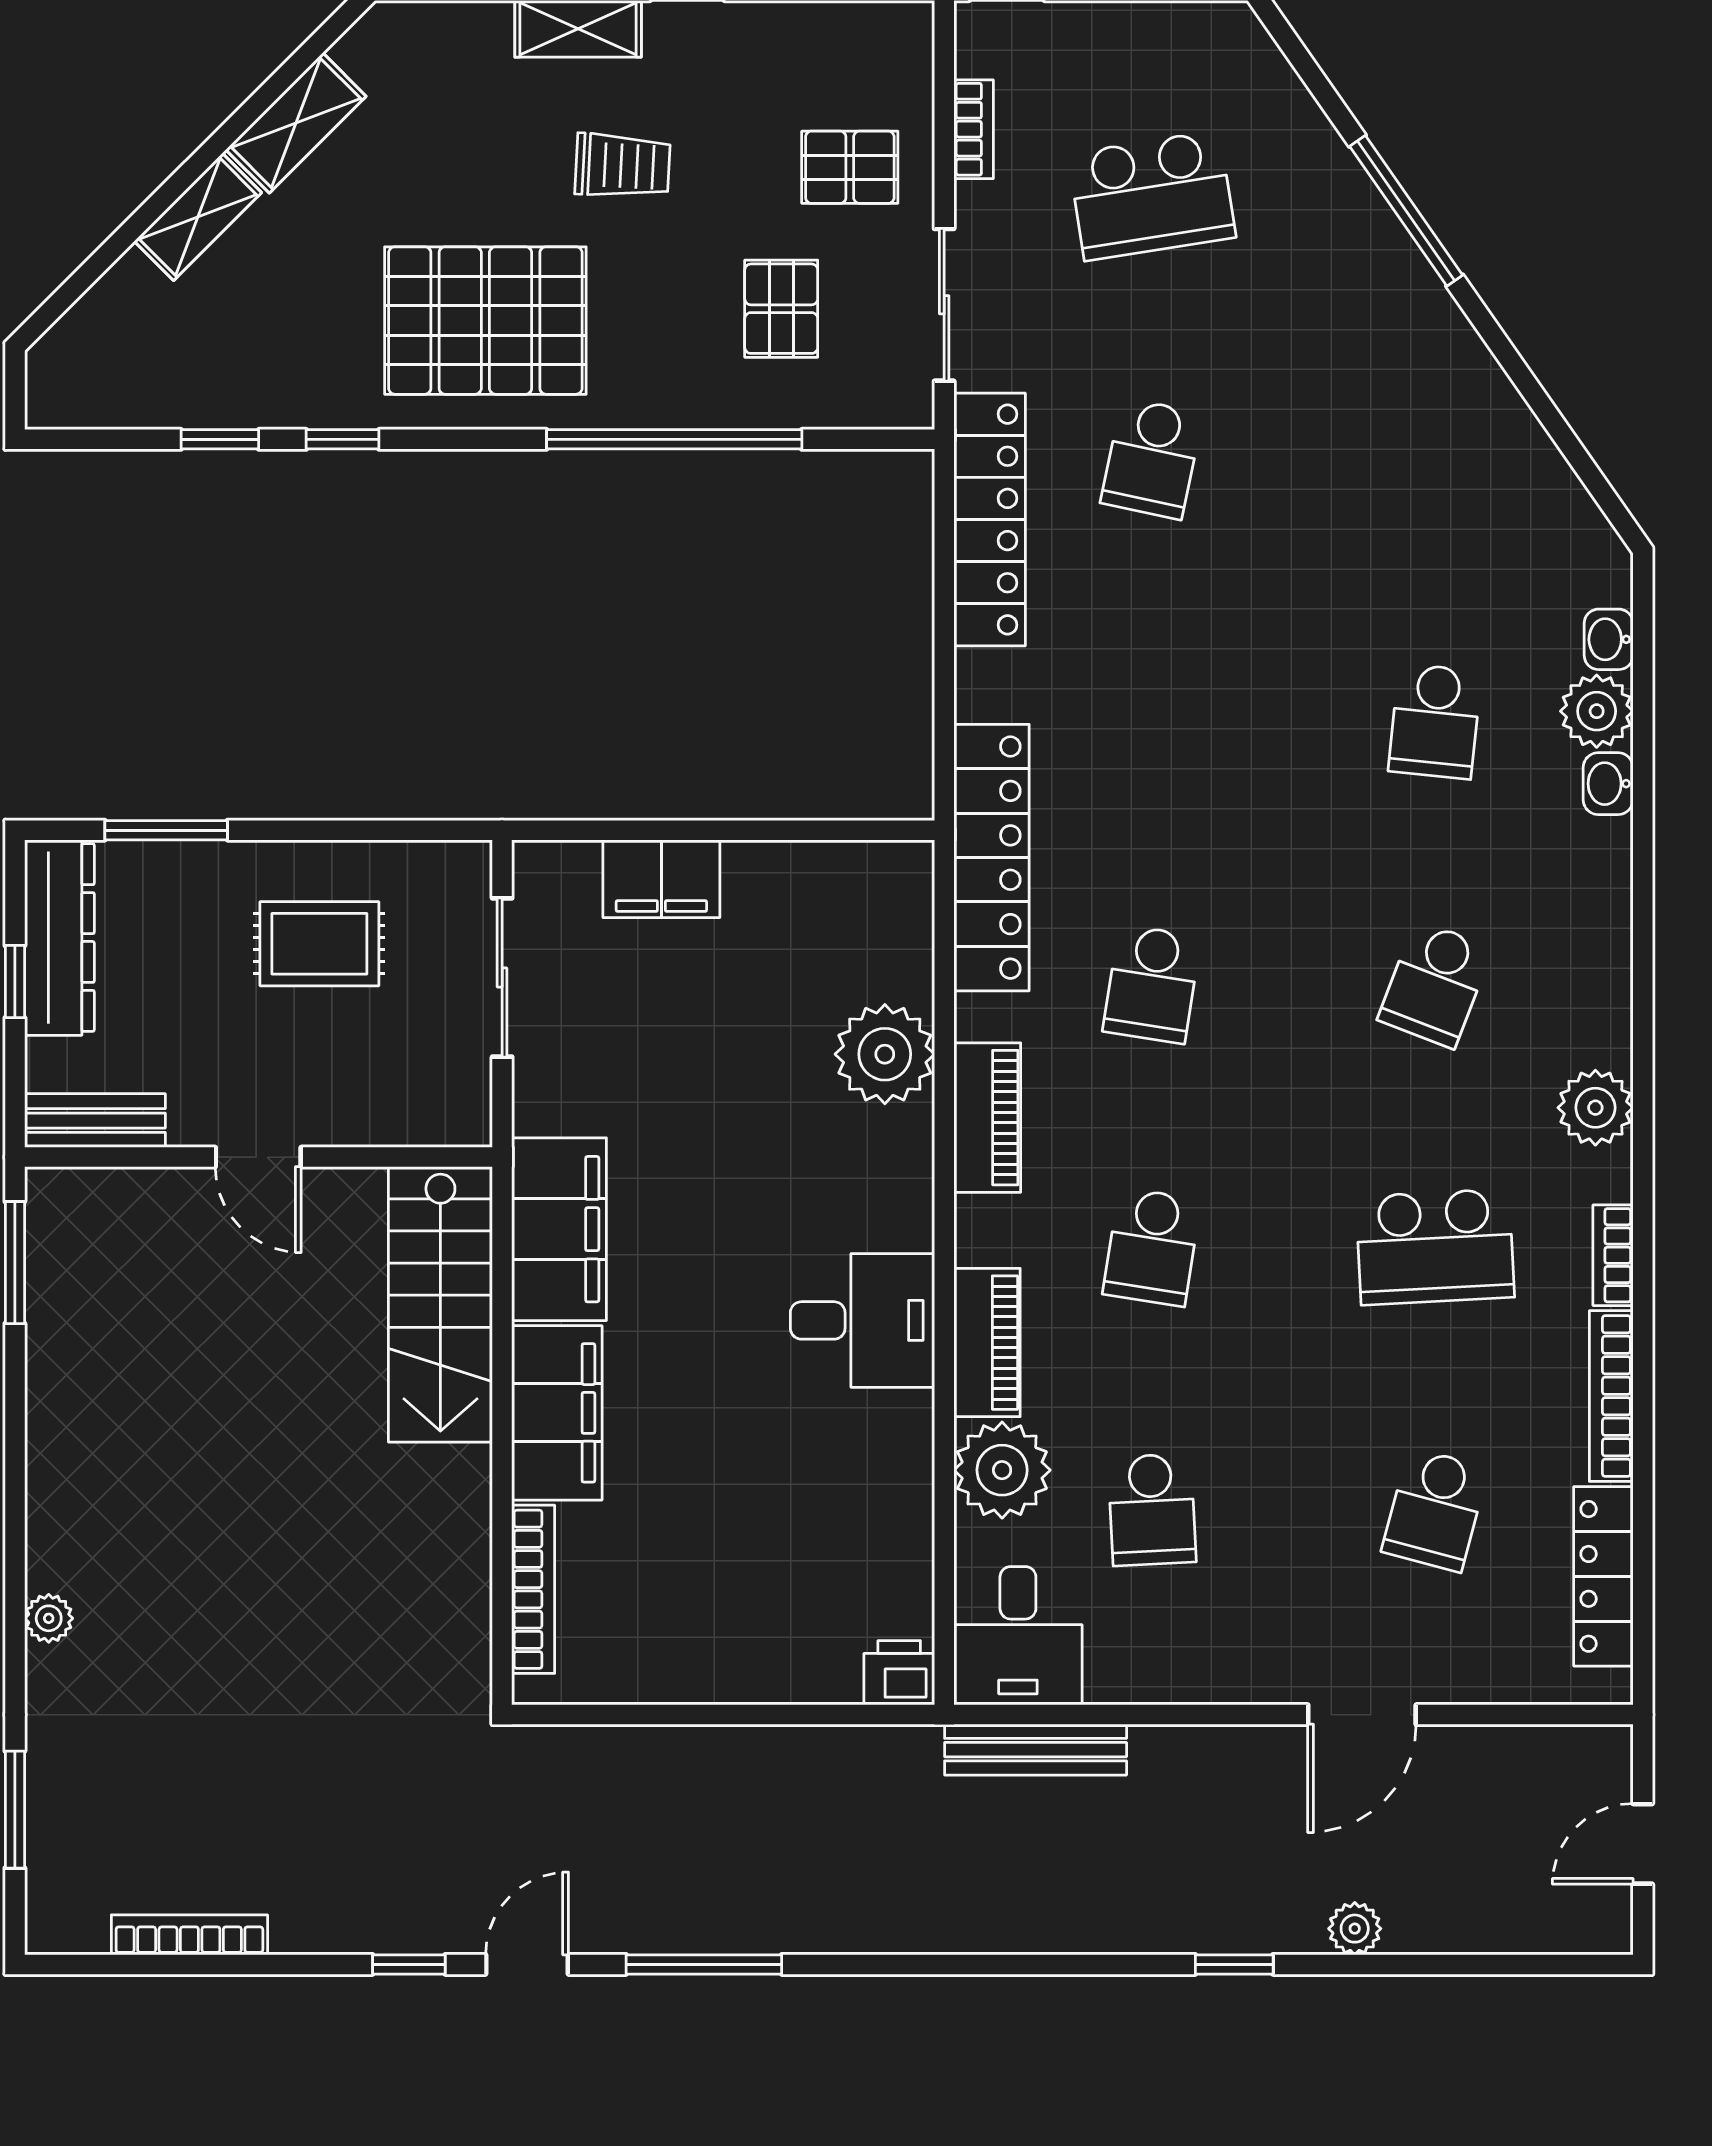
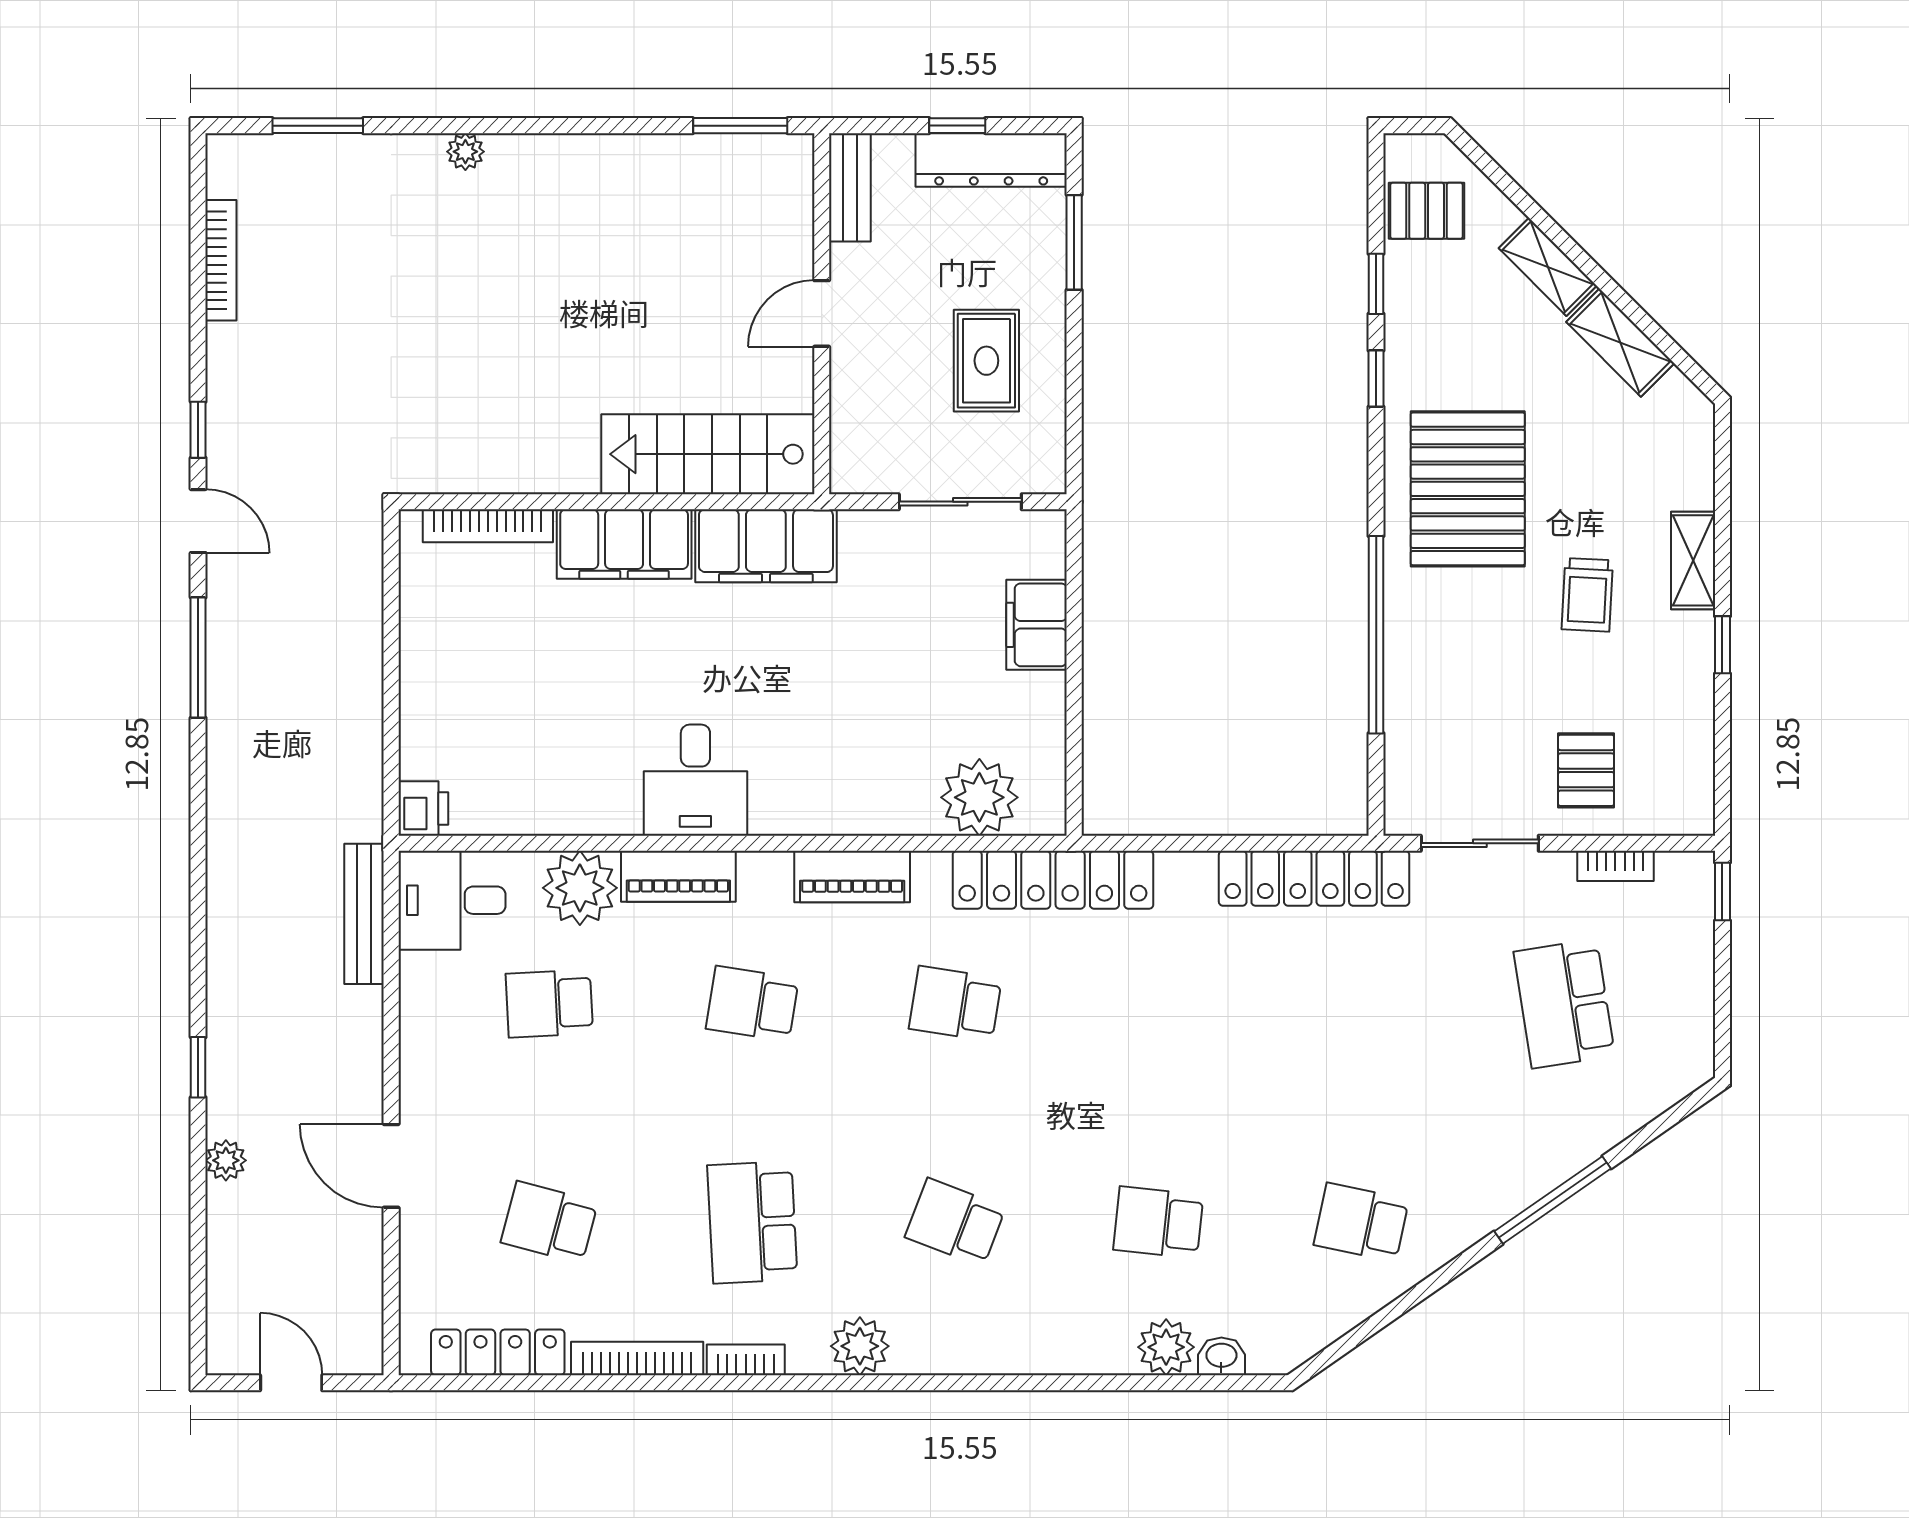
pallet: (781, 309) -> (1427, 211), moved
school desk: (1152, 458) -> (1361, 1222), moved
washbasin: (1608, 784) -> (1110, 1356), removed
plant: (885, 1054) -> (979, 797), moved

